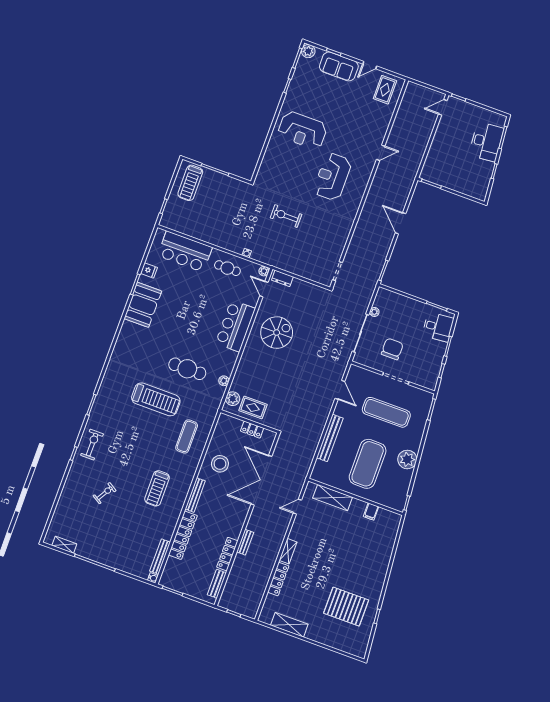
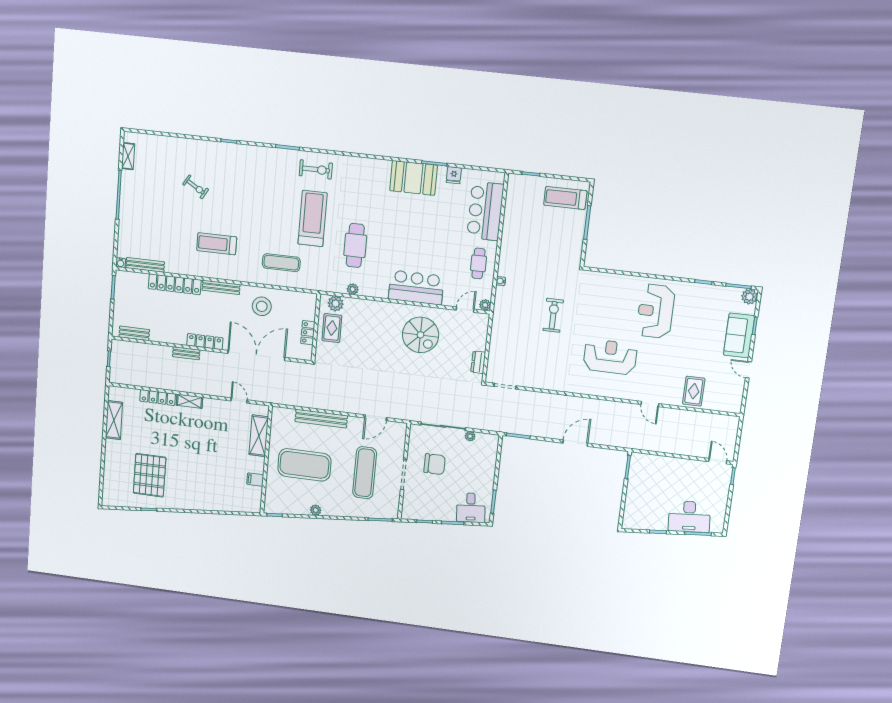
rug: (385, 90) -> (694, 391), moved, turned 90
dresser: (282, 278) -> (478, 362), moved
treadmill: (156, 399) -> (313, 219), turned 180
exercise bike: (92, 445) -> (316, 169), moved
plant: (407, 459) -> (316, 510), width x0.53, depth x0.53
locker: (227, 554) -> (205, 342), moved

